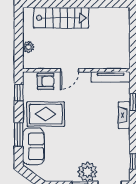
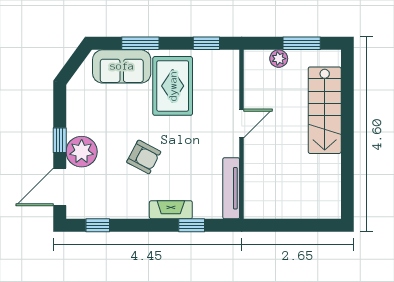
window: (19, 32) -> (302, 43), added
door: (69, 70) -> (242, 123), swing flipped
armchair: (46, 81) -> (144, 157), moved, turned -62

